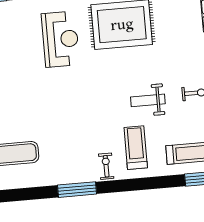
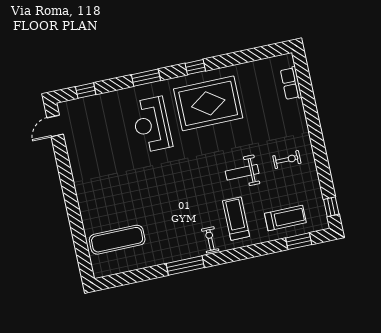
reception desk: (60, 39) -> (152, 125), turned 180

